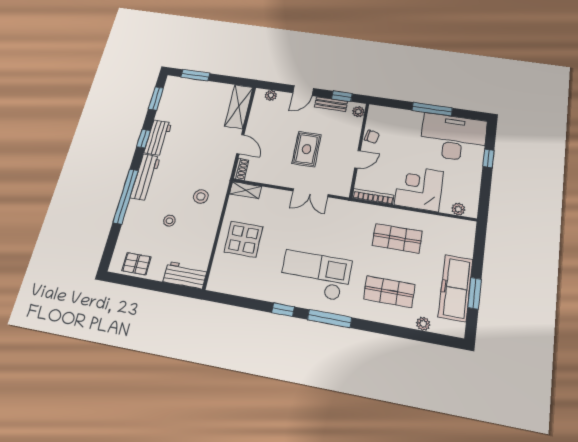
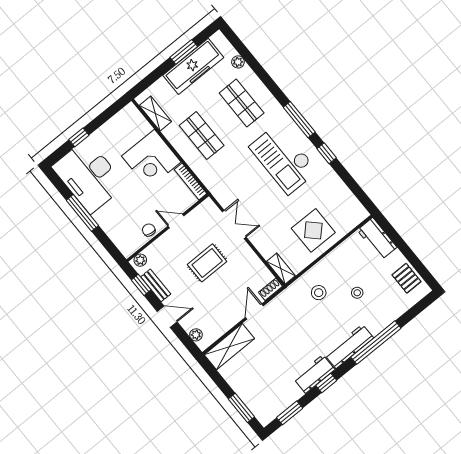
plant: (458, 209) -> (138, 119), removed
shelving: (449, 225) -> (155, 113), added

